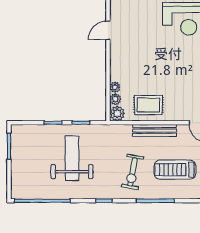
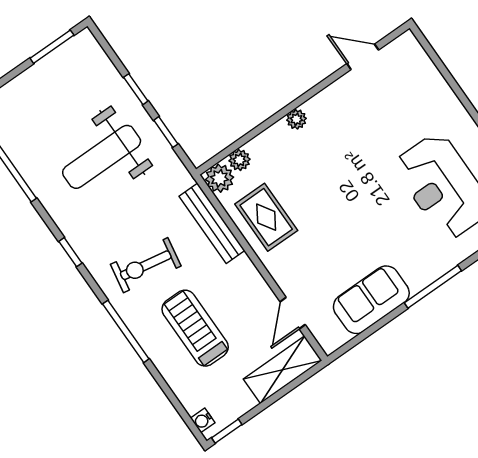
door: (108, 30) -> (363, 57), moved
plant: (115, 87) -> (296, 119), moved
bench: (154, 131) -> (212, 223), moved
weight bench: (72, 158) -> (102, 157), turned 180

